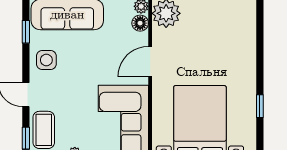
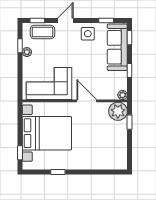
floor lamp: (140, 23) -> (112, 94), removed

